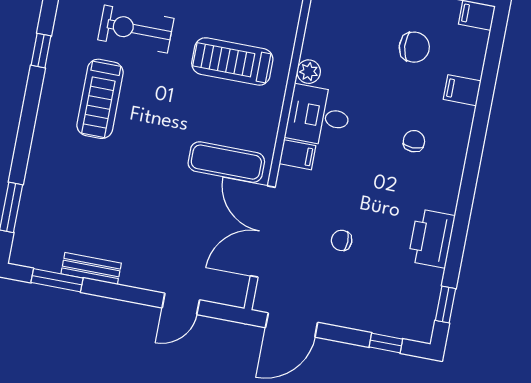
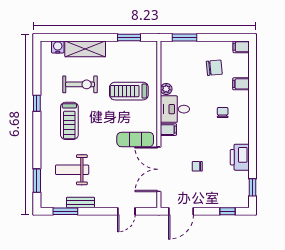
exercise bike: (136, 29) -> (80, 84), turned 180
weight bench: (87, 199) -> (72, 170), added

